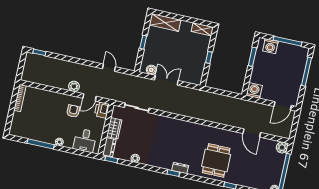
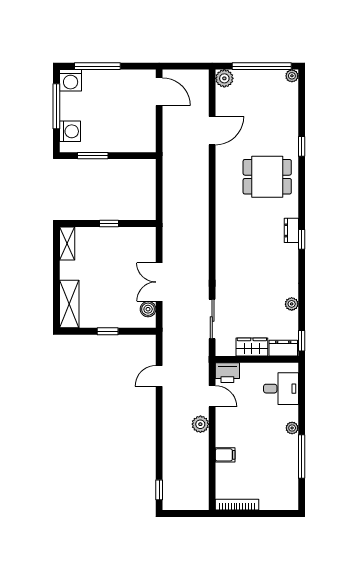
washing machine: (254, 90) -> (71, 80), moved, turned -90
filing cabinet: (52, 97) -> (225, 455), added
armchair: (73, 111) -> (239, 417), removed

